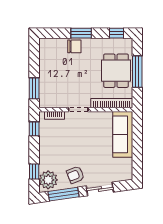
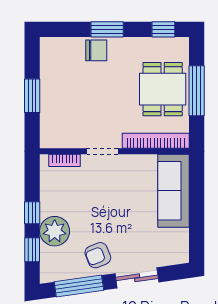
window: (34, 88) -> (32, 96), moved
window: (34, 129) -> (32, 213), moved
plant: (48, 180) -> (55, 231), moved

